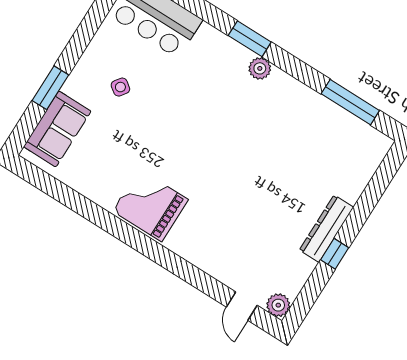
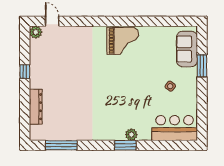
plant: (260, 68) -> (131, 135), moved
dresser: (326, 229) -> (36, 107), moved

